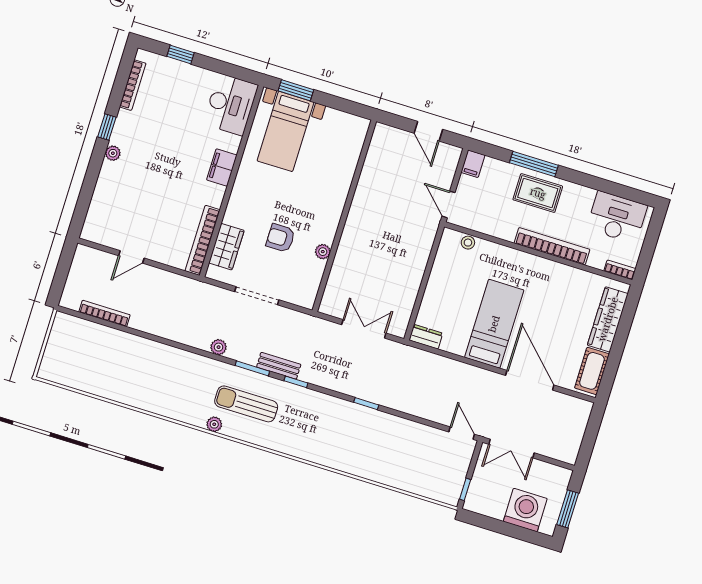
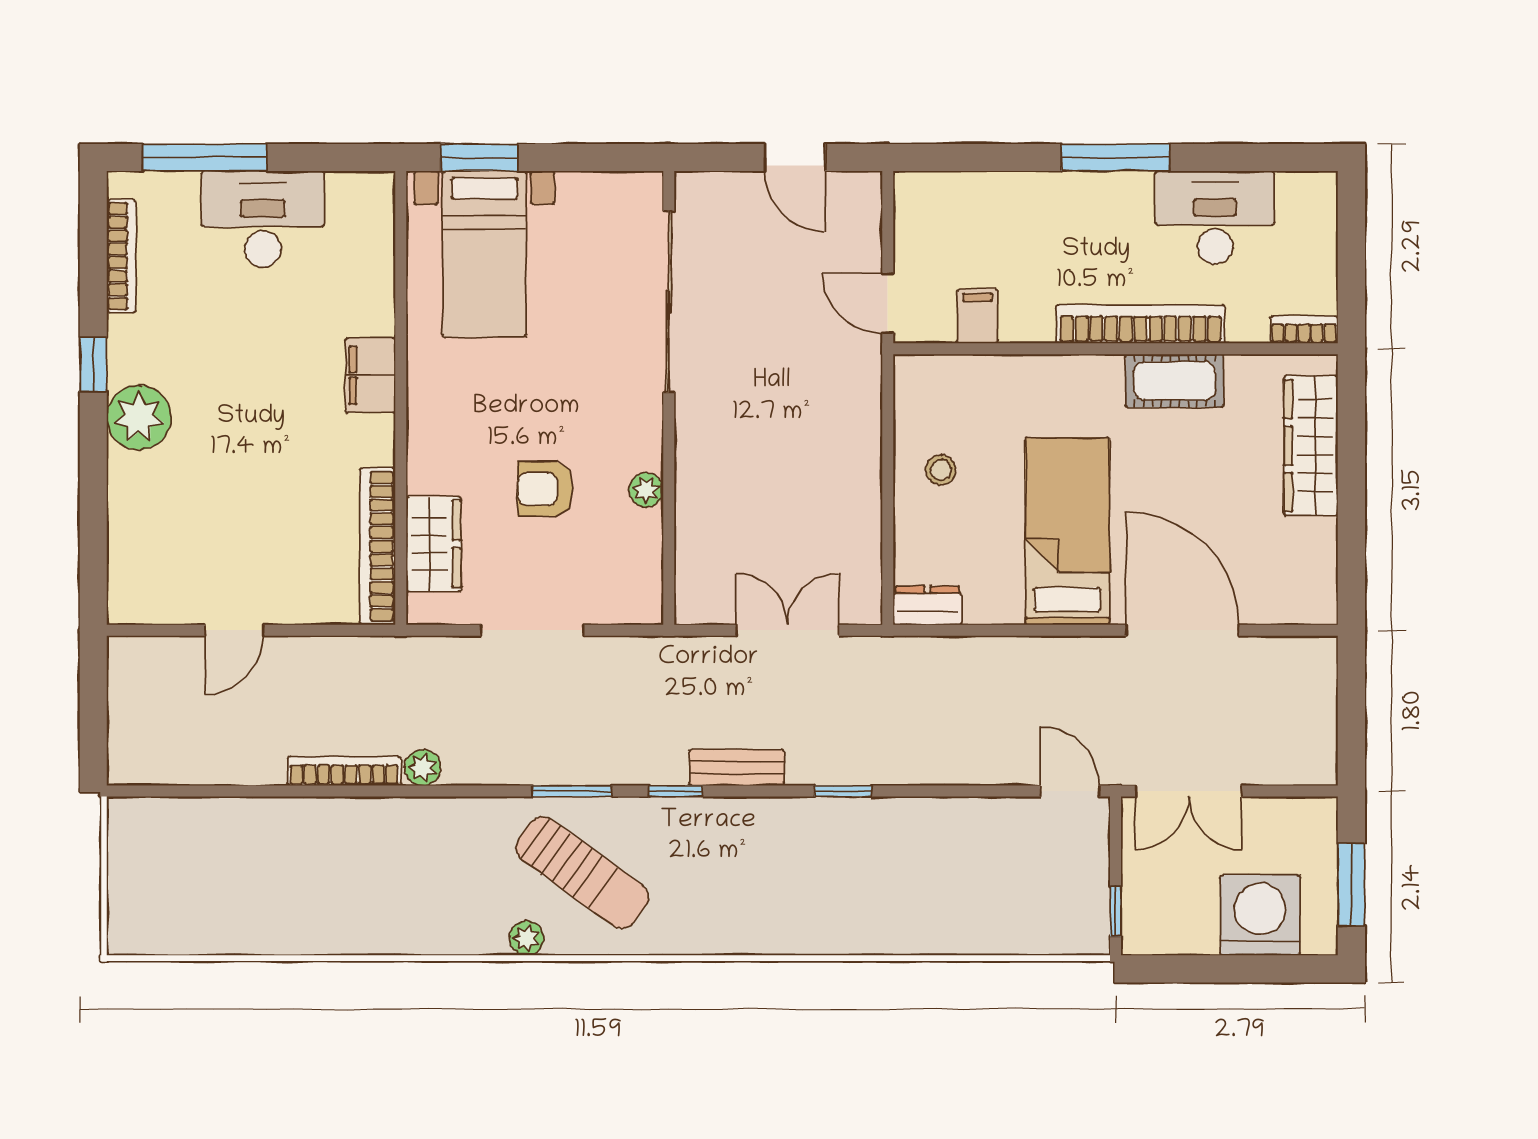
window: (181, 55) -> (205, 158), width x2.17
desk: (231, 104) -> (263, 219), moved, turned -90
plant: (113, 153) -> (139, 417), width x1.87, depth x1.87
filing cabinet: (473, 164) -> (977, 316), moved, turned 180
window: (534, 164) -> (1115, 158), moved
sliding door: (357, 175) -> (669, 302), added
rug: (538, 193) -> (1074, 218), removed
desk: (617, 217) -> (1215, 218), moved
stool: (468, 243) -> (941, 470), moved
bookcase: (104, 313) -> (344, 771), moved
plant: (219, 347) -> (423, 768), moved
bench: (279, 366) -> (737, 768), moved
cot: (592, 371) -> (1175, 381), moved, turned 90
sun lounger: (246, 404) -> (582, 873), turned -144

